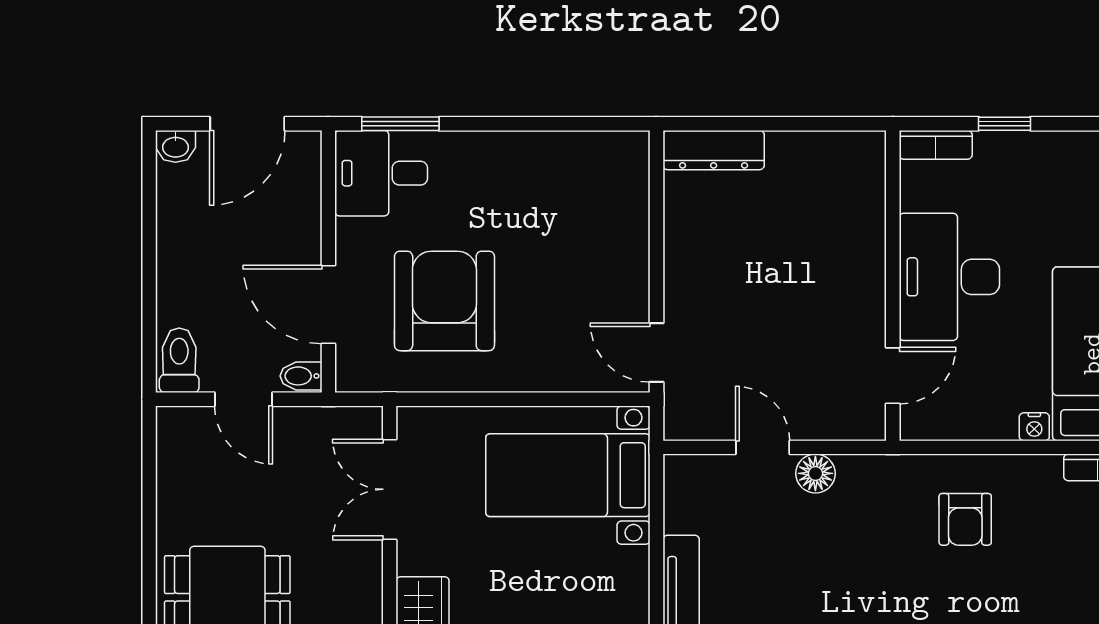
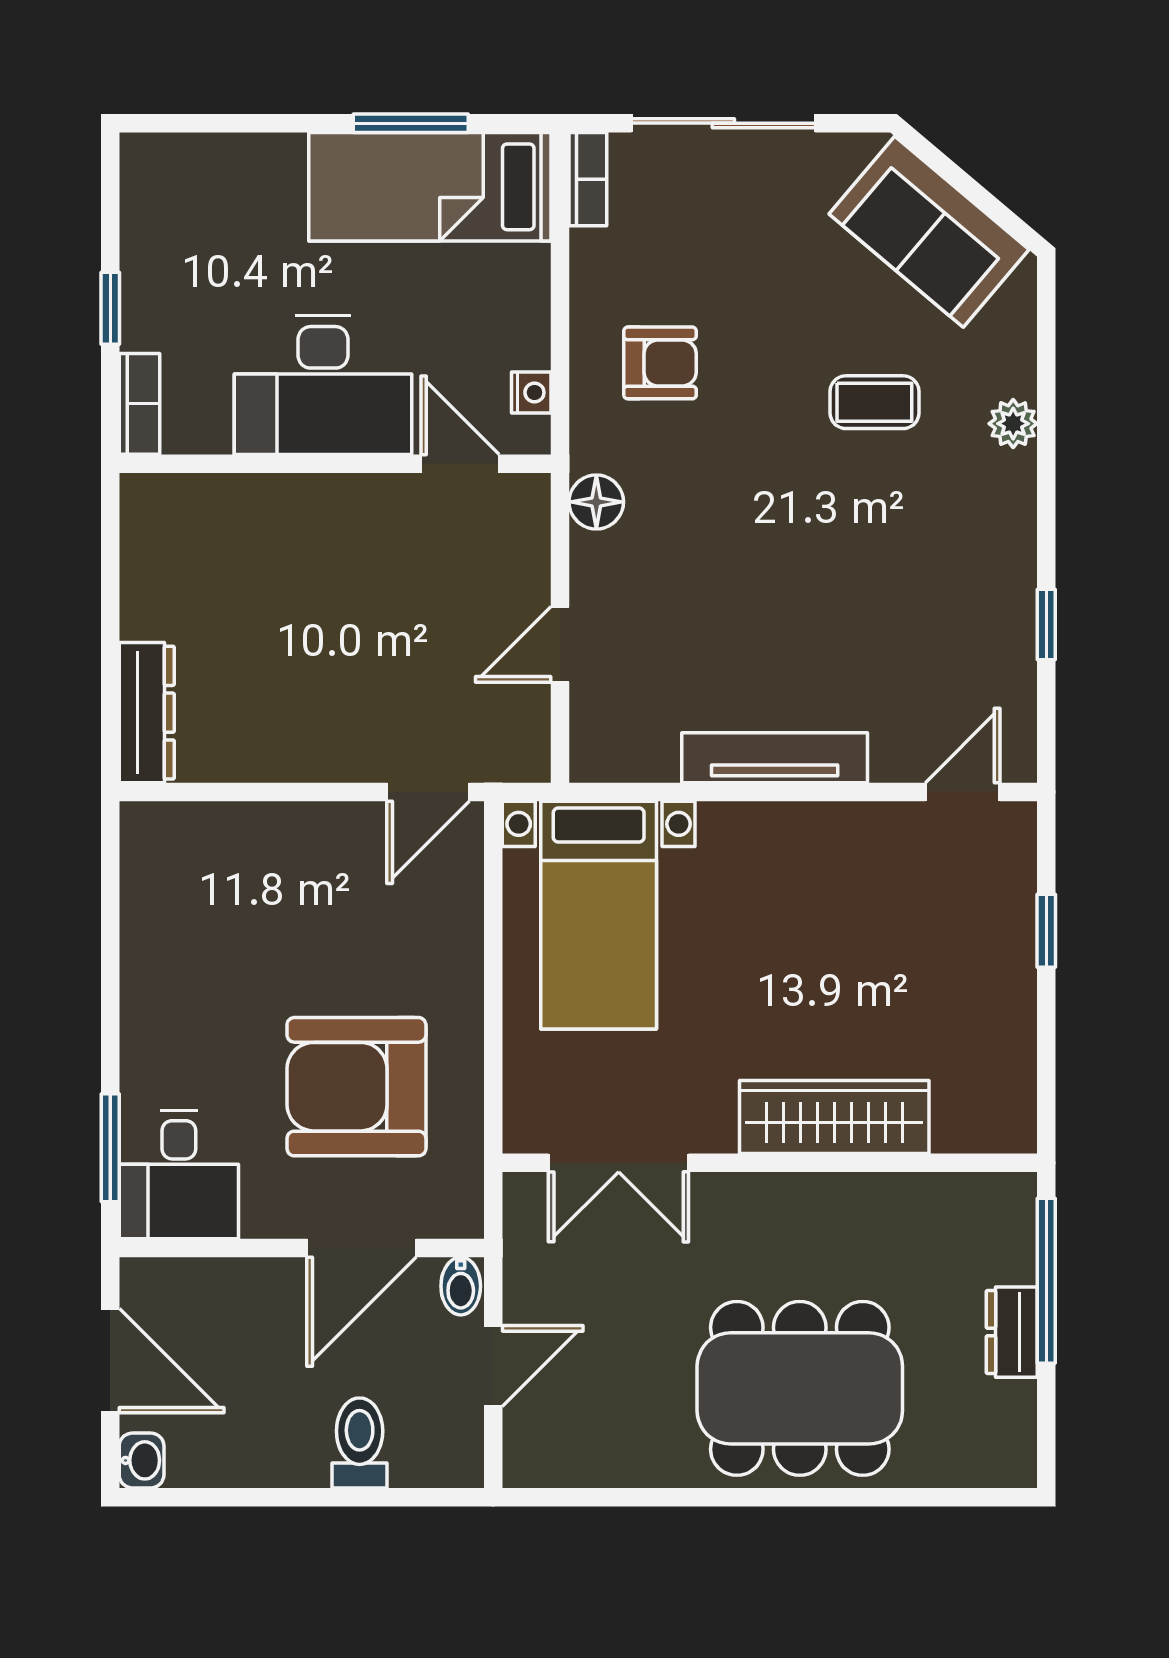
toilet: (179, 360) -> (360, 1443), moved, turned 90
nightstand: (1034, 427) -> (531, 393), moved
floor lamp: (815, 473) -> (596, 502), moved

